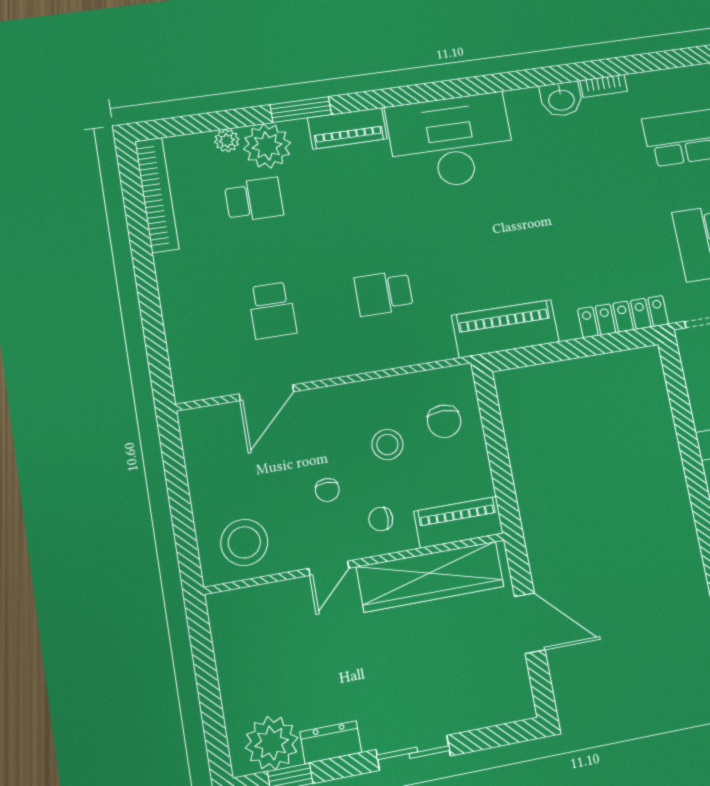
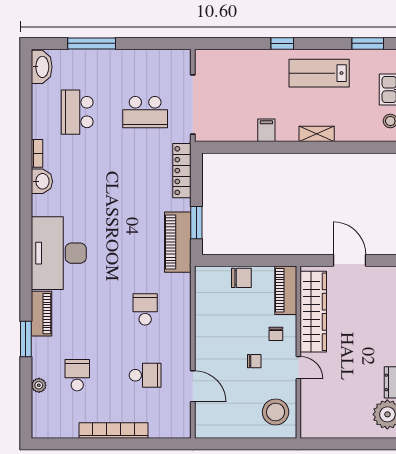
plant: (267, 146) -> (46, 362), removed
bookcase: (157, 195) -> (114, 430), moved
school desk: (384, 293) -> (145, 309), turned 180
window: (543, 354) -> (196, 223), added
chair: (444, 421) -> (241, 278), moved
stool: (387, 445) -> (234, 323), removed
door: (530, 623) -> (350, 260), hinge flipped

